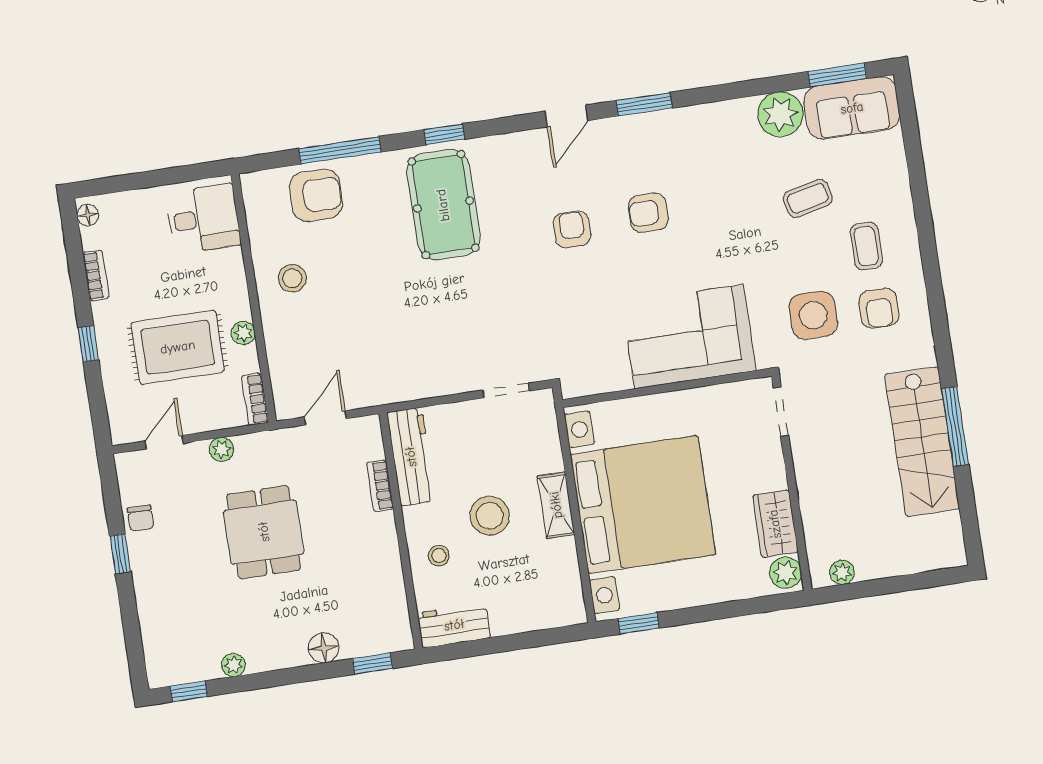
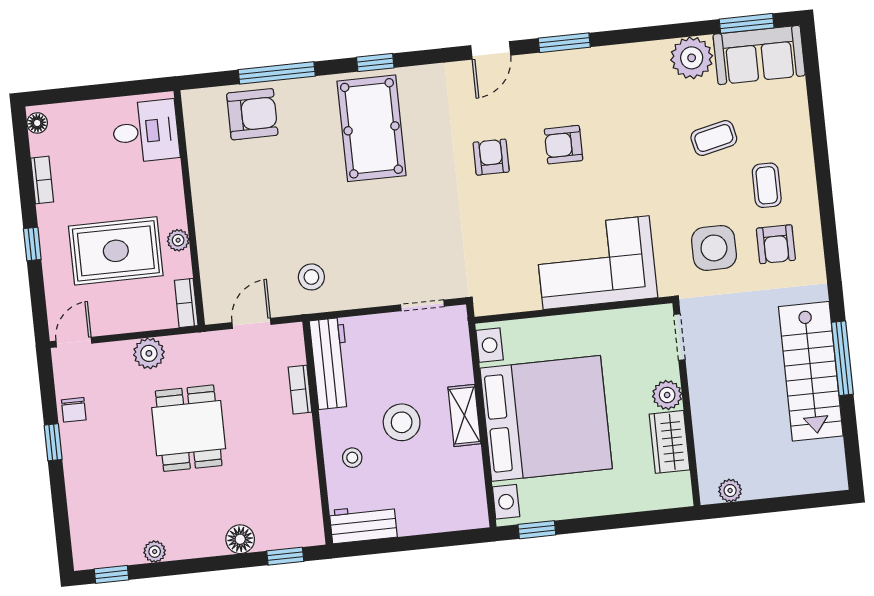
stool: (292, 278) -> (311, 277), moved
door: (164, 442) -> (74, 342), moved
plant: (222, 449) -> (149, 353), width x1.38, depth x1.38
plant: (786, 573) -> (667, 395), moved

